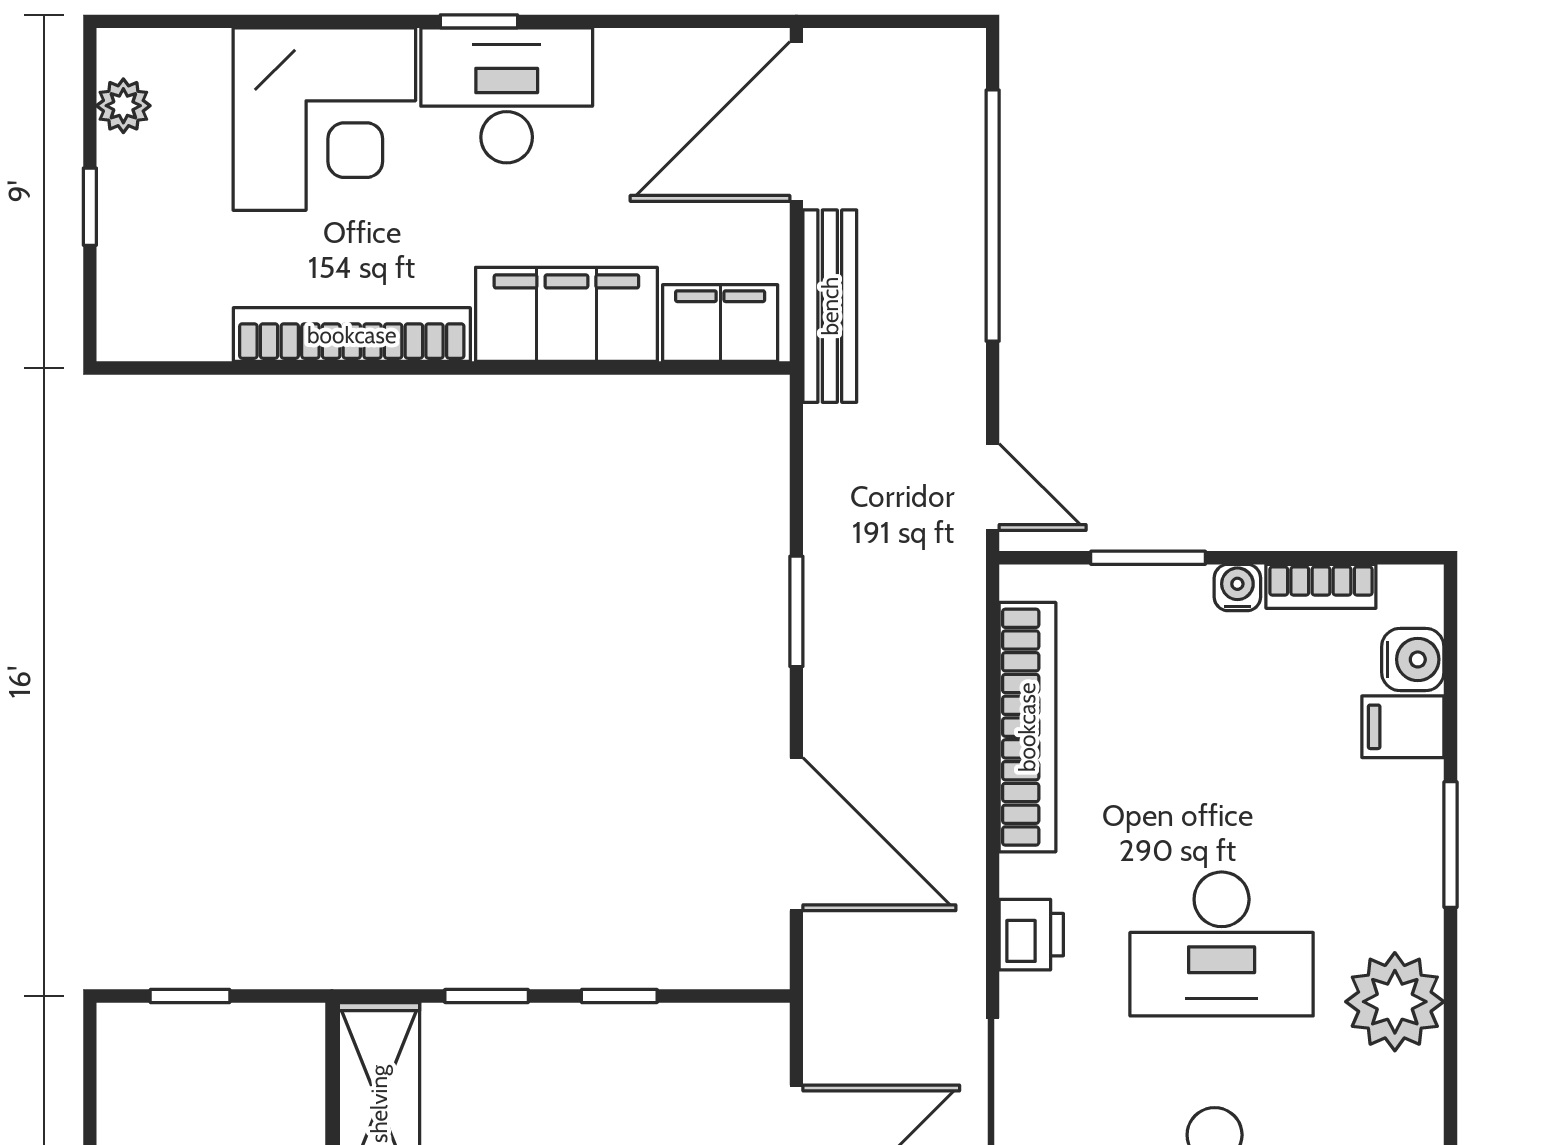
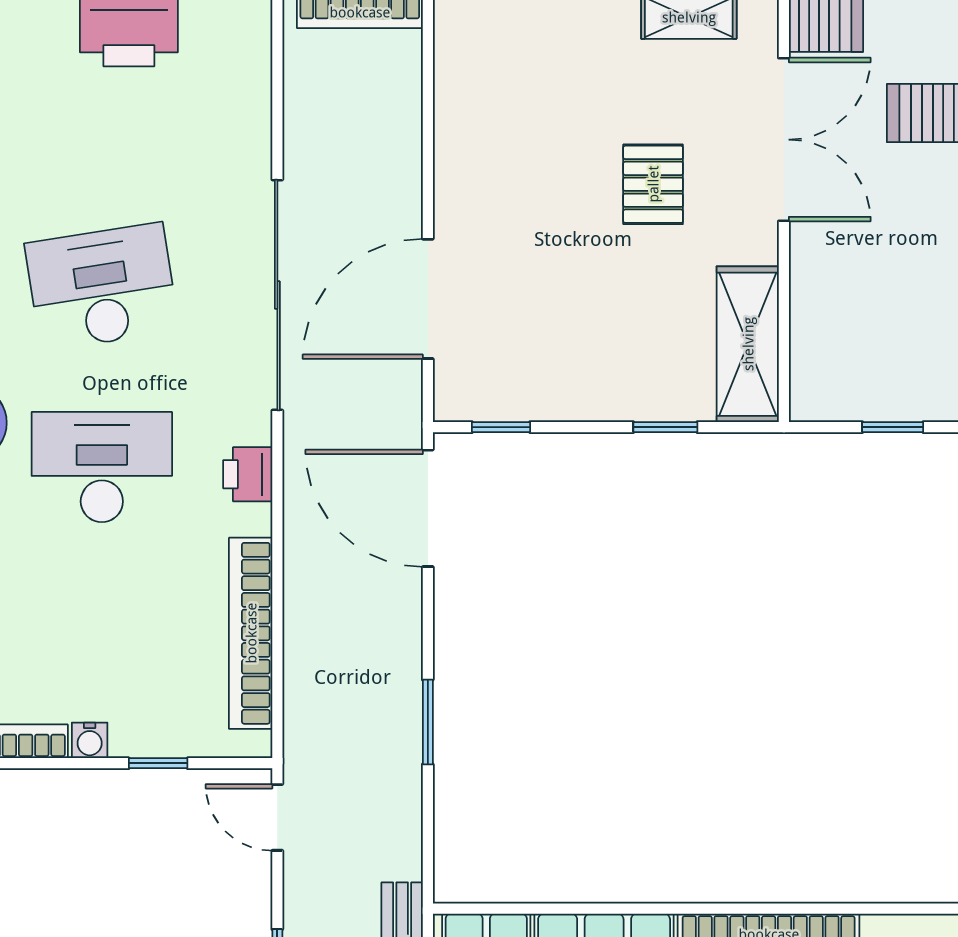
window: (1148, 558) -> (158, 763), width x0.67
door: (796, 834) -> (428, 508), moved
window: (619, 996) -> (501, 427), moved

